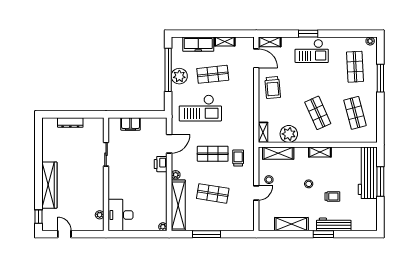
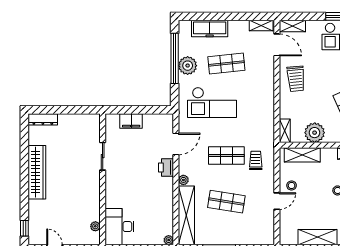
shelving: (225, 42) -> (261, 25), moved
dresser: (70, 122) -> (43, 119), moved
wardrobe: (49, 185) -> (37, 172), moved

